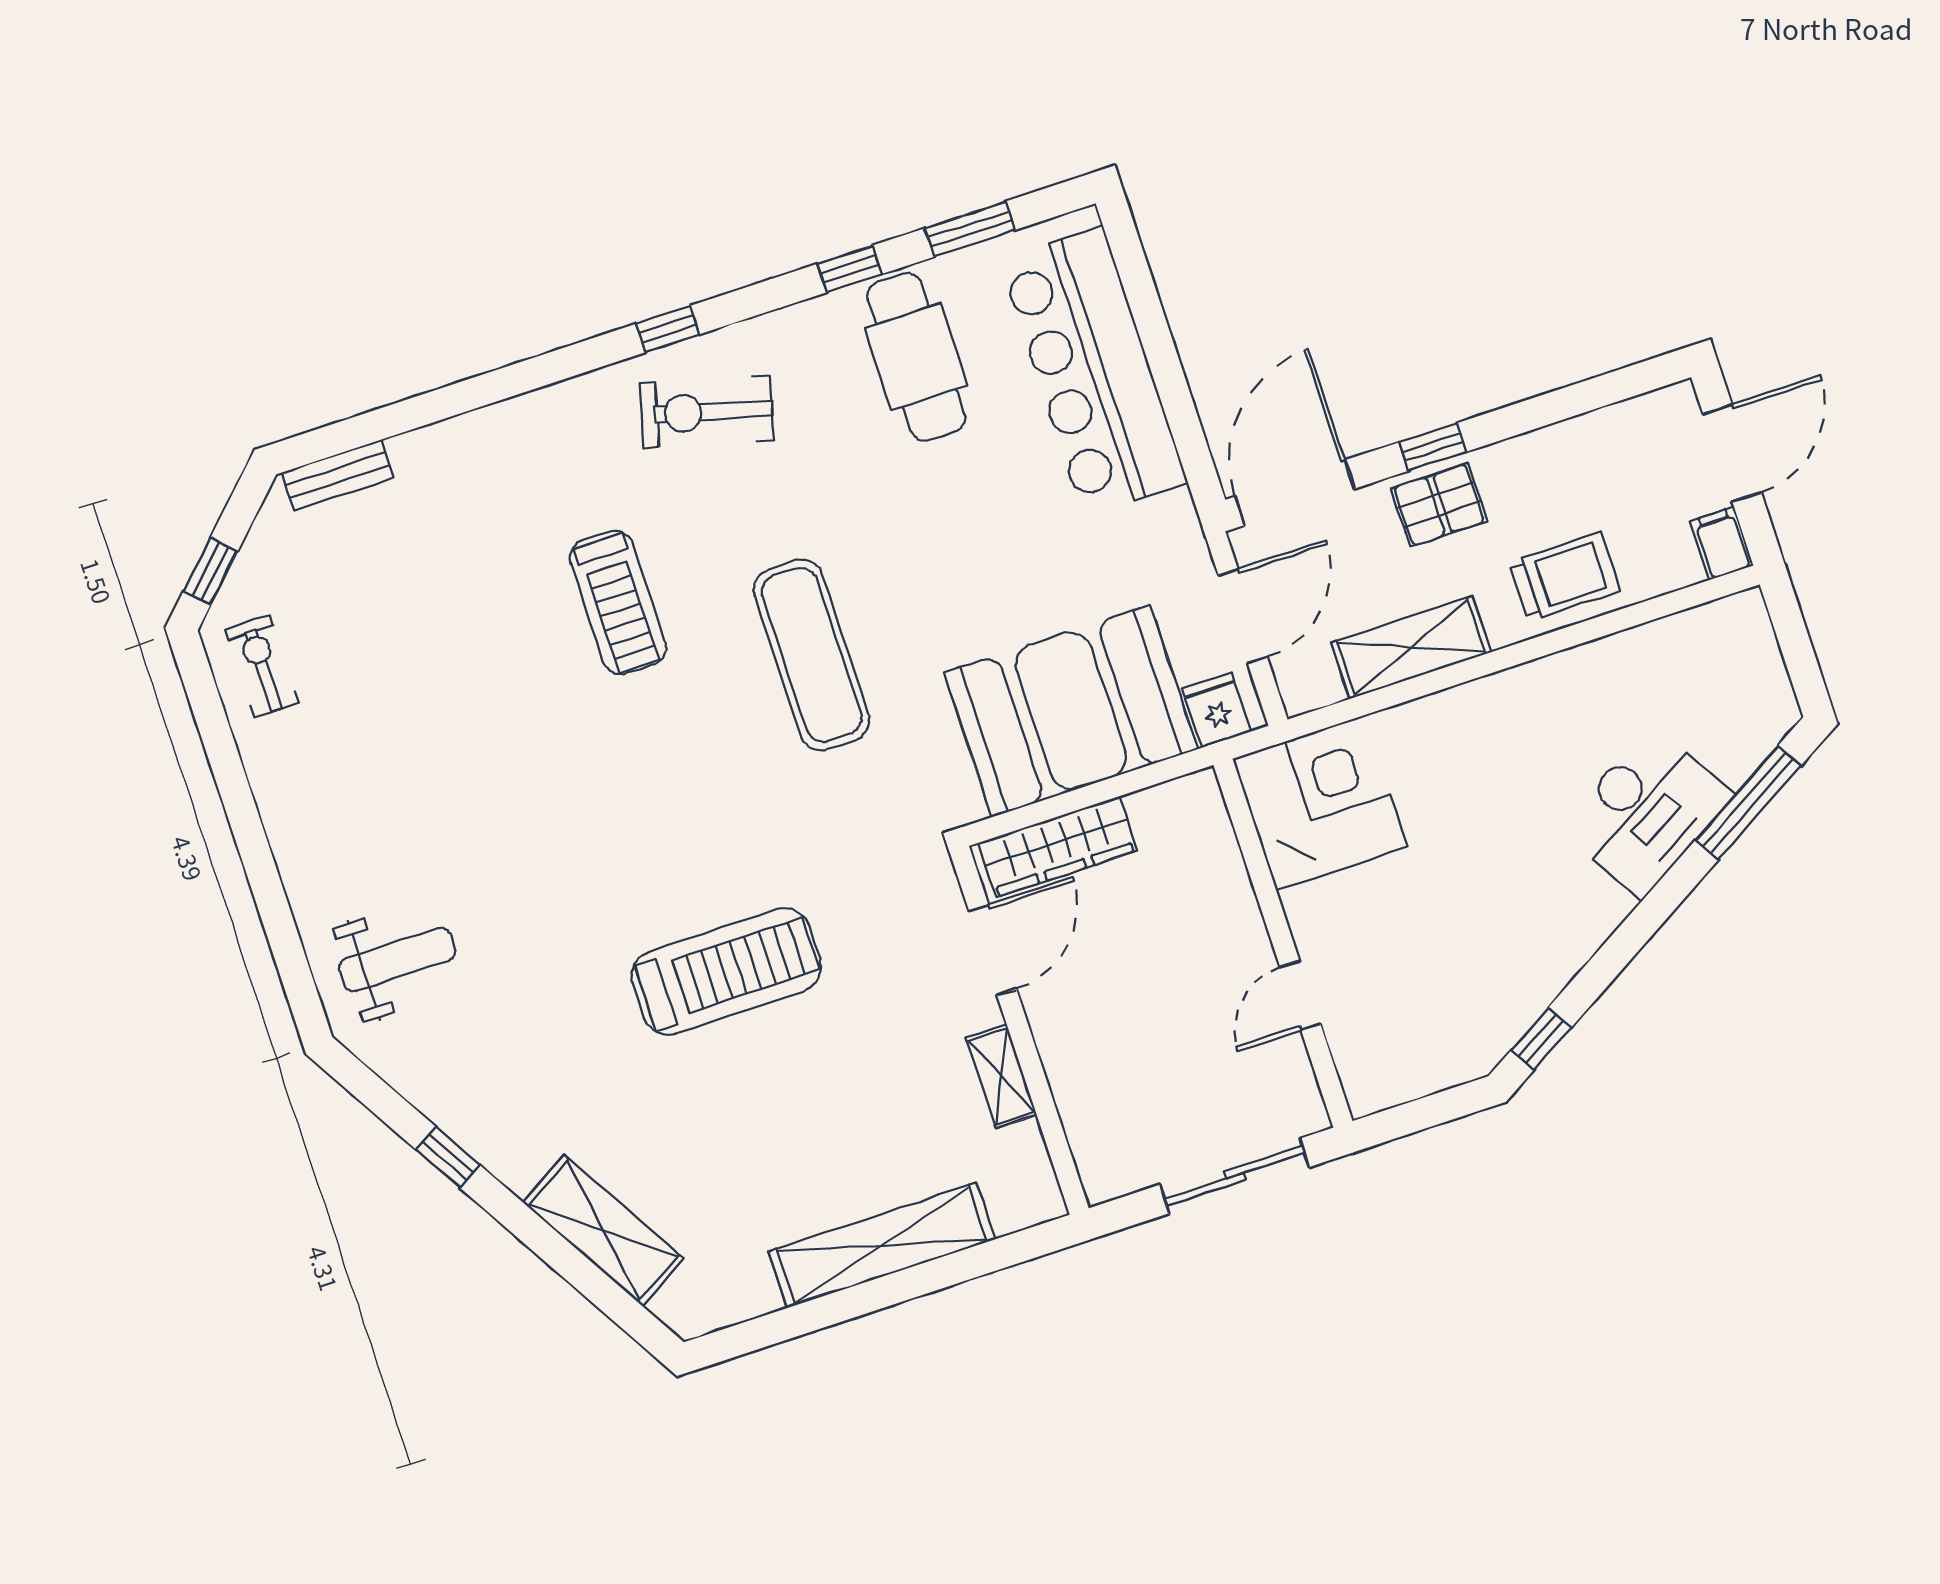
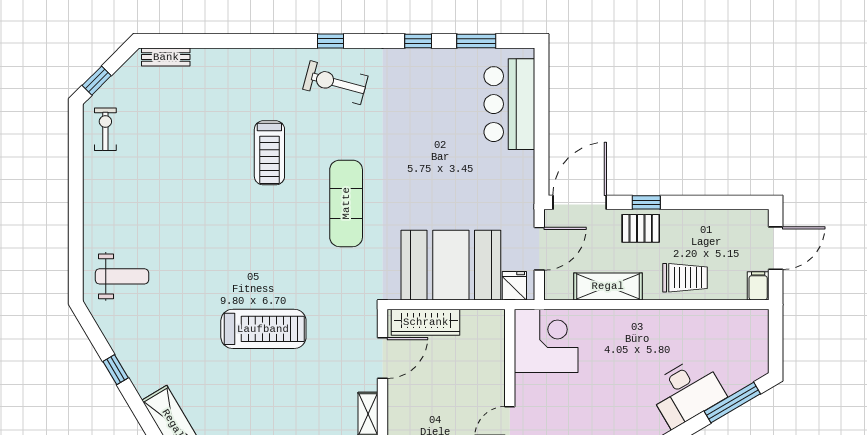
cafe table: (916, 357) -> (434, 89), removed
bar counter: (1093, 371) -> (509, 104), width x0.73

